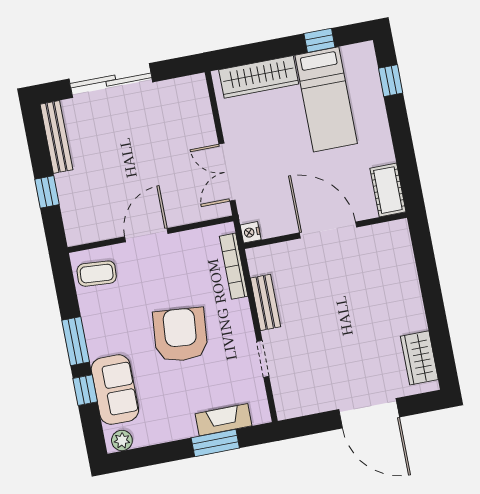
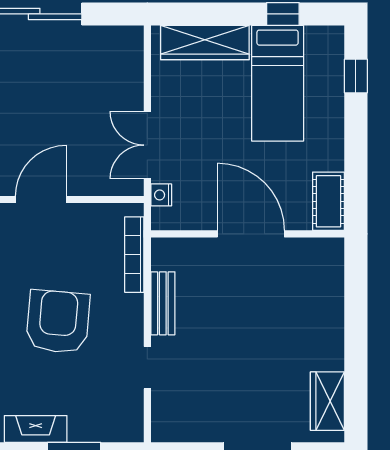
nightstand: (251, 232) -> (161, 195), moved
fireplace: (224, 420) -> (36, 429), moved

